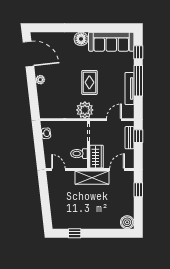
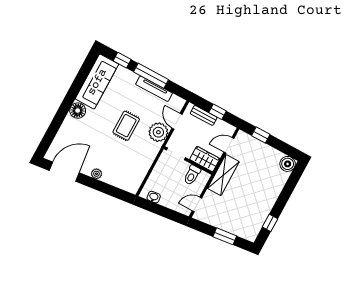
rug: (89, 82) -> (126, 126), turned 90
plant: (85, 110) -> (158, 132), moved
window: (138, 136) -> (217, 112), moved
door: (117, 170) -> (229, 145), hinge flipped
window: (45, 204) -> (225, 236), added

